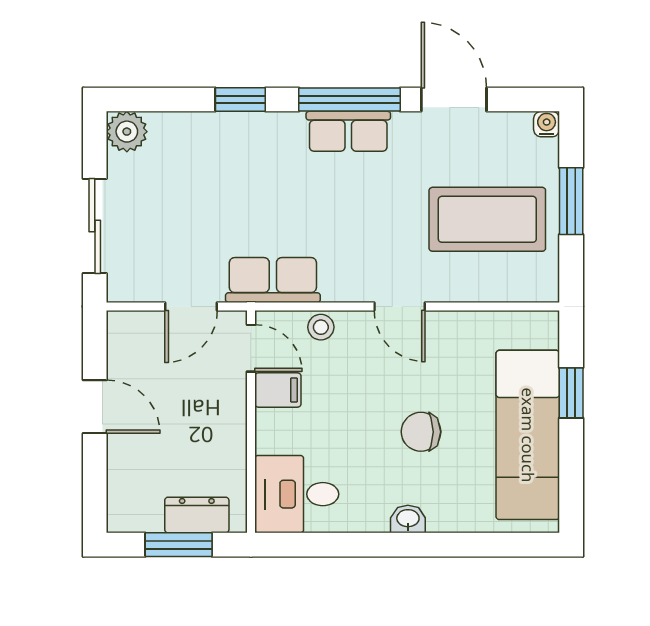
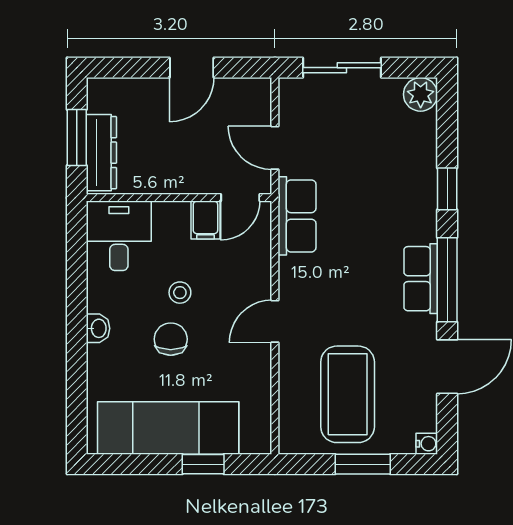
stool: (321, 327) -> (180, 293), moved
dresser: (197, 515) -> (101, 153), width x1.44

